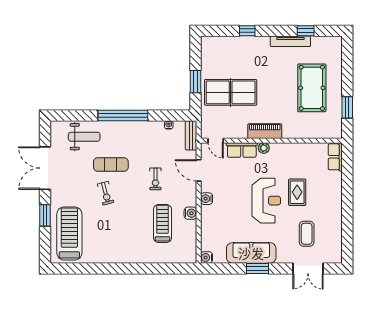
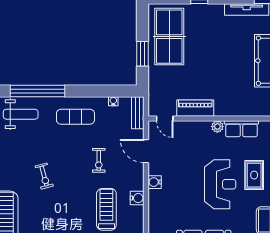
table tennis table: (231, 92) -> (169, 37), moved, turned 90
window: (123, 116) -> (37, 91), moved
piano: (265, 131) -> (195, 108), moved
row of seats: (242, 150) -> (241, 129), moved
exercise mat: (111, 164) -> (75, 117), moved

